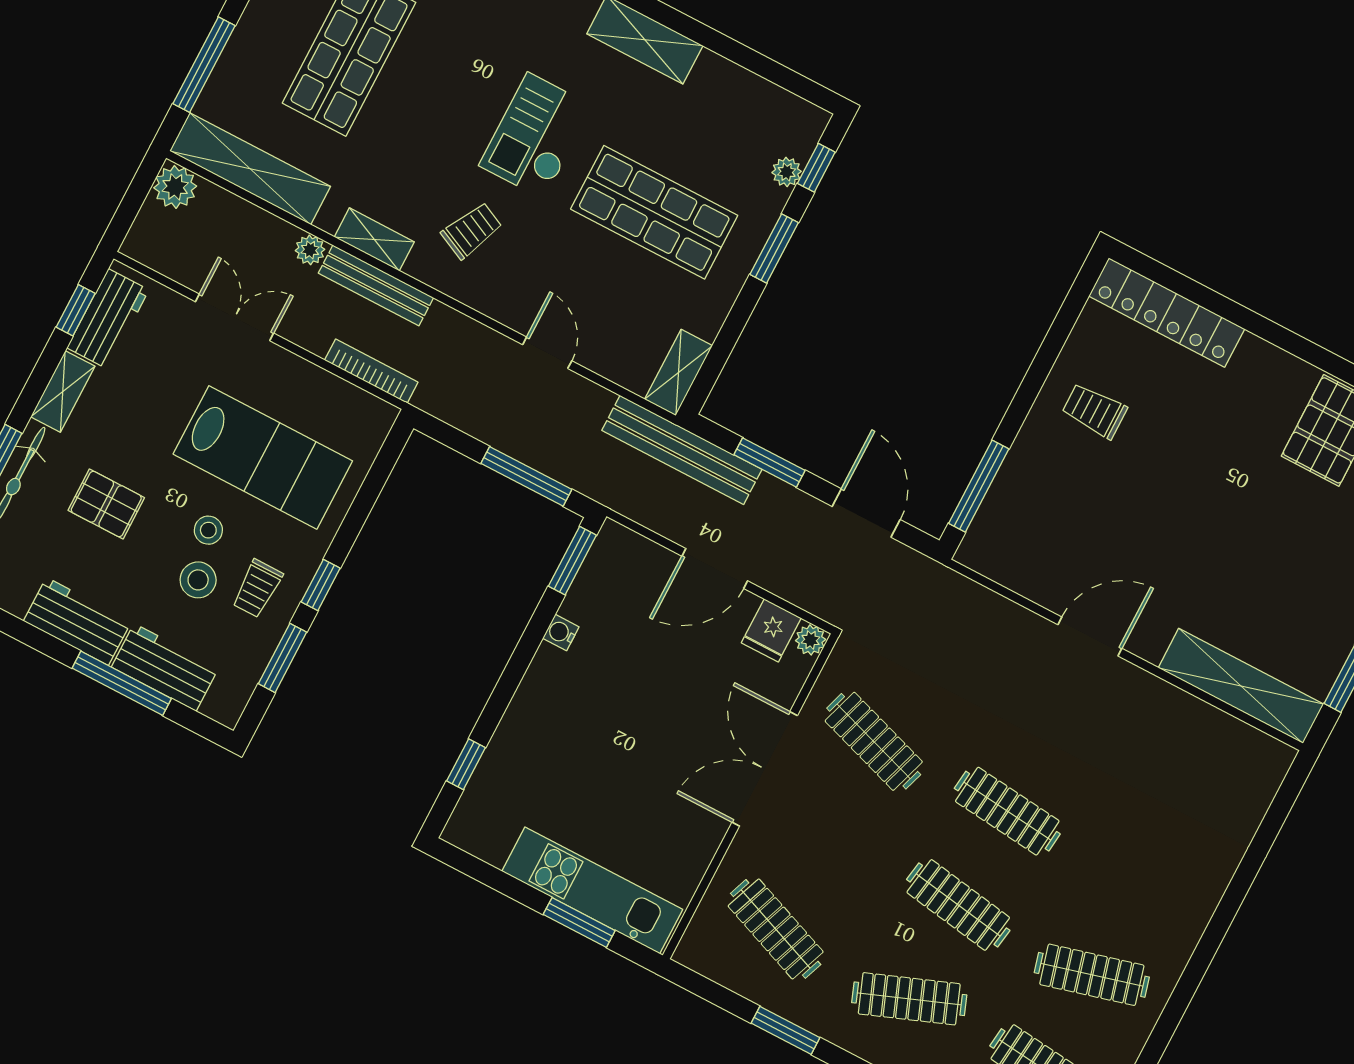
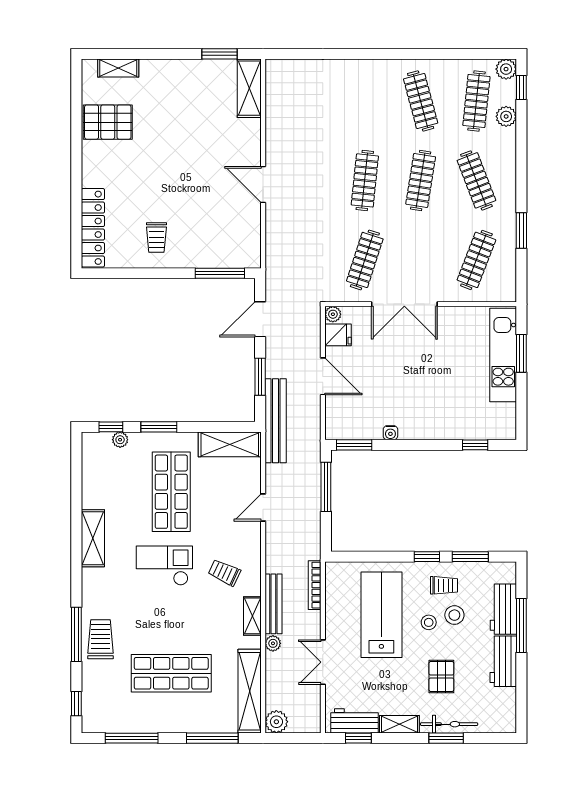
checkout: (536, 136) -> (164, 566), turned 180
shelving: (678, 372) -> (230, 444), width x1.50, depth x1.33
shelving: (1241, 686) -> (249, 88), width x0.68

